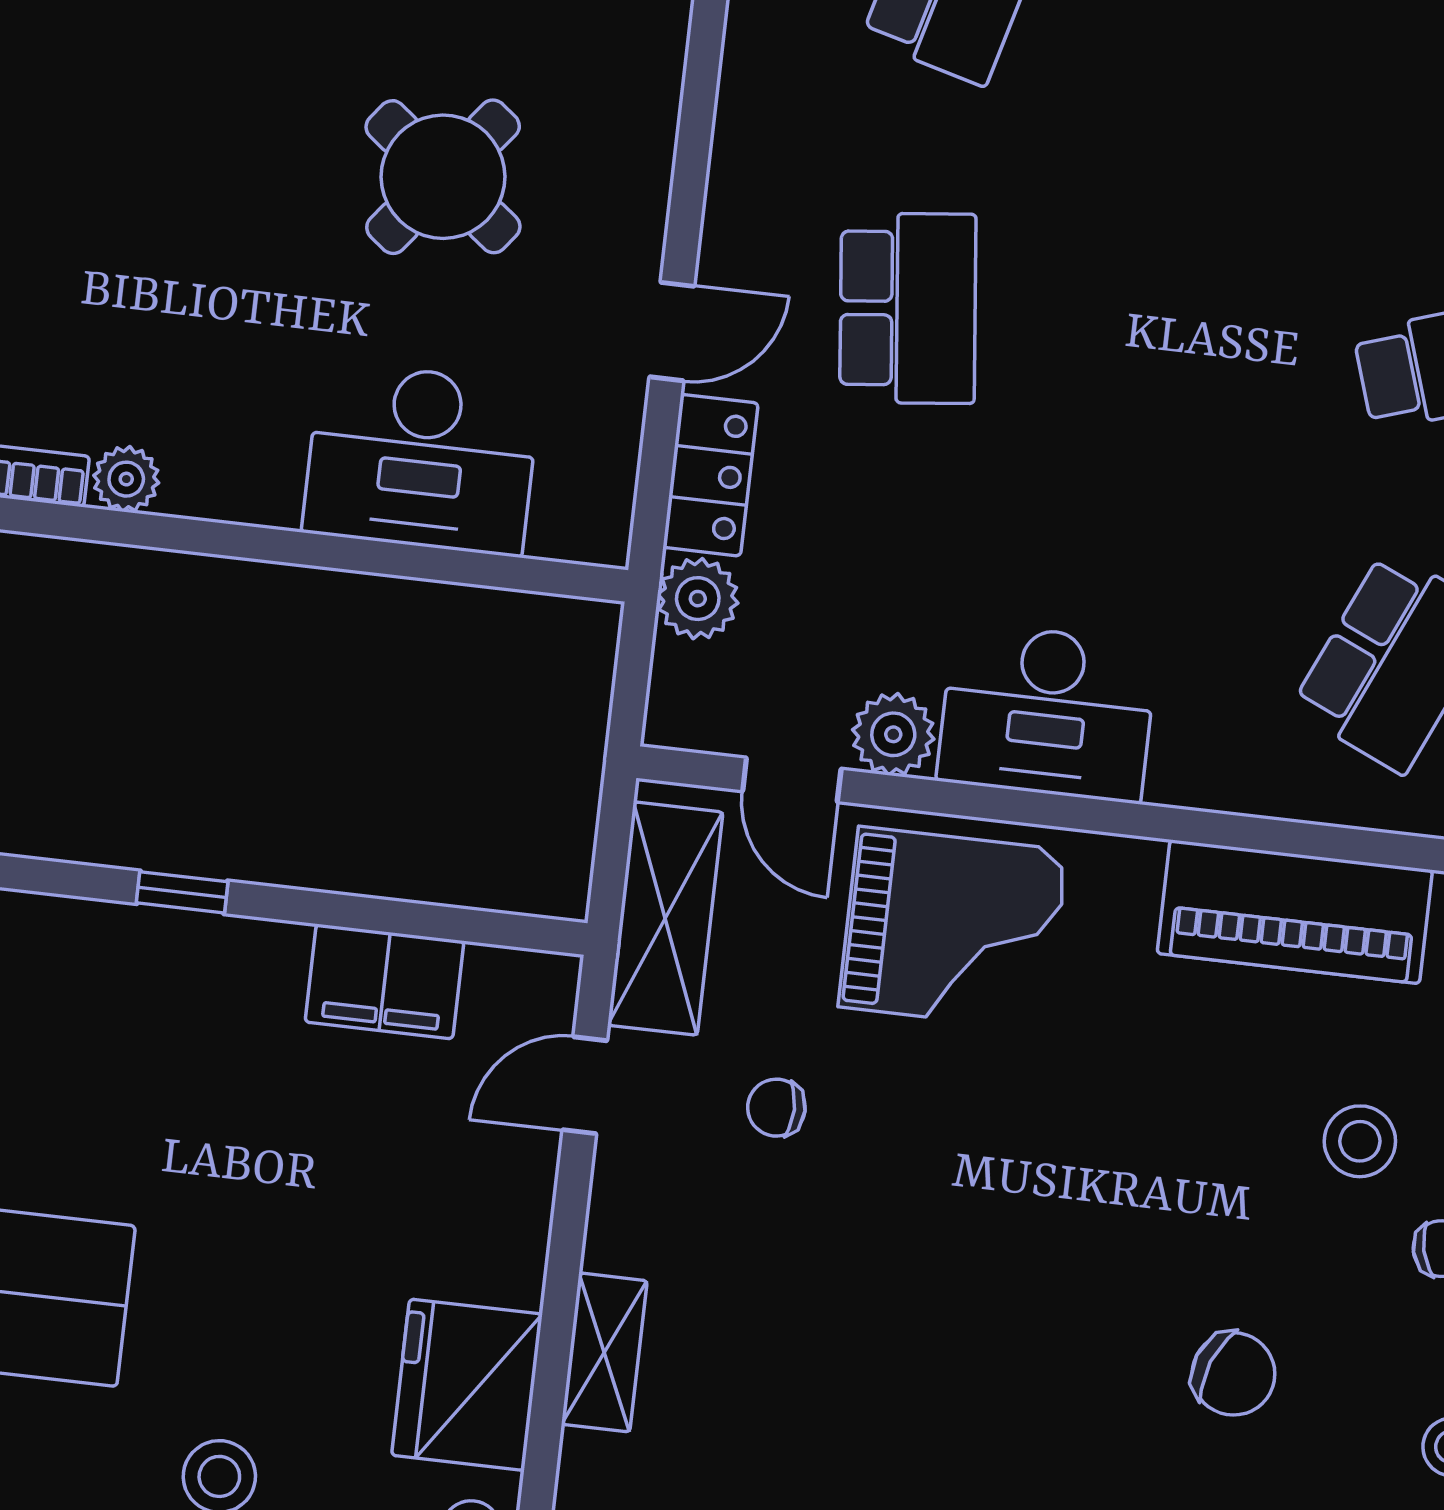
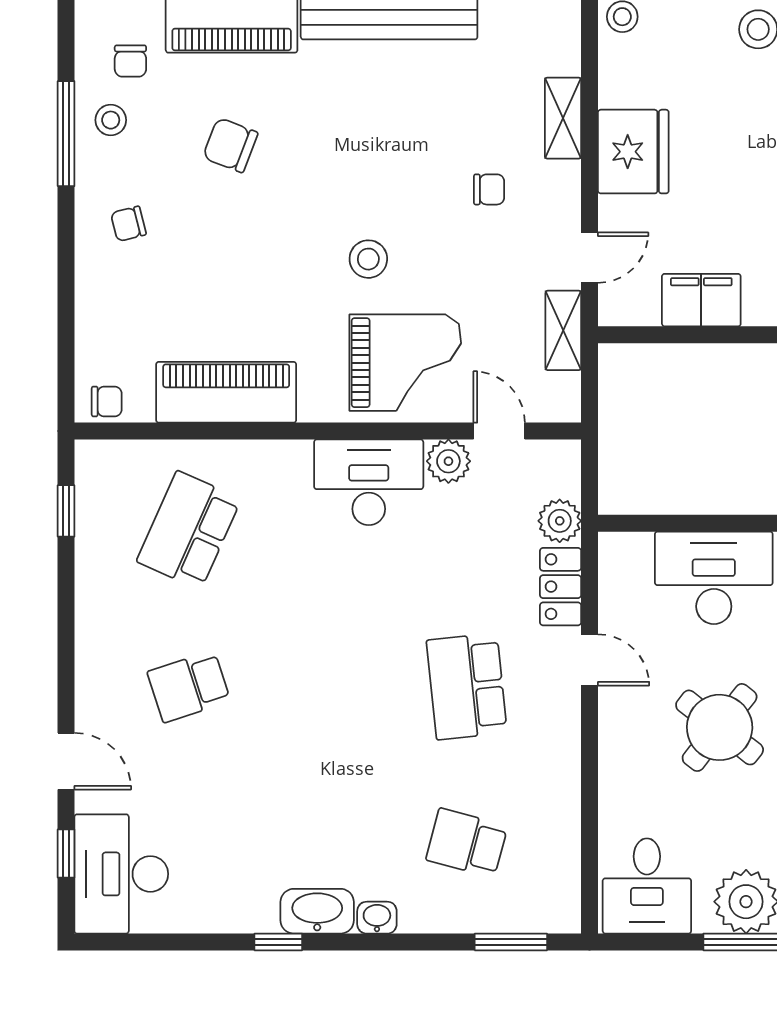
door: (672, 331) -> (590, 660), swing flipped
shelving: (665, 919) -> (563, 330), width x0.67, depth x0.75
grand piano: (953, 928) -> (405, 363), turned 180
chair: (776, 1108) -> (489, 189), moved
stool: (1360, 1141) -> (368, 259), moved
fridge: (467, 1385) -> (633, 152), moved

